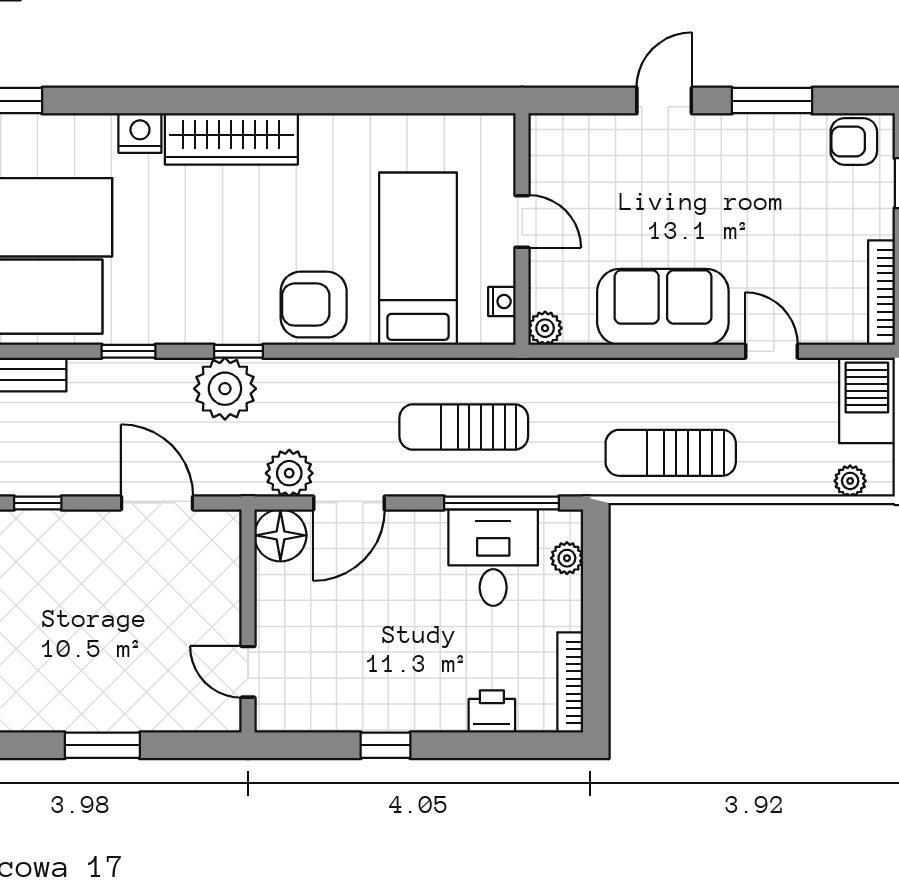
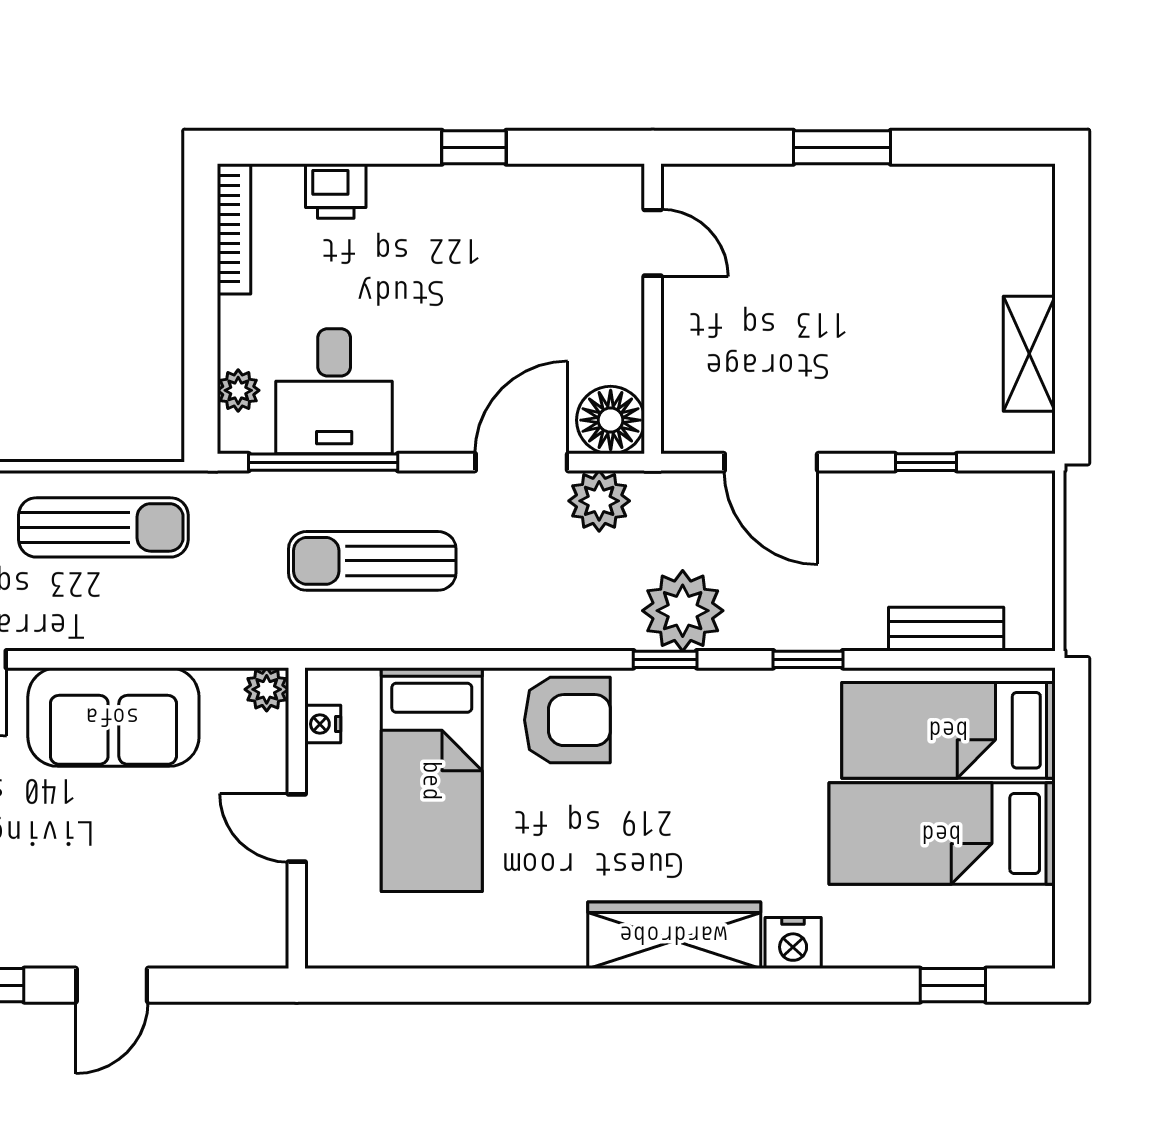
sun lounger: (464, 427) -> (372, 561), turned 180

